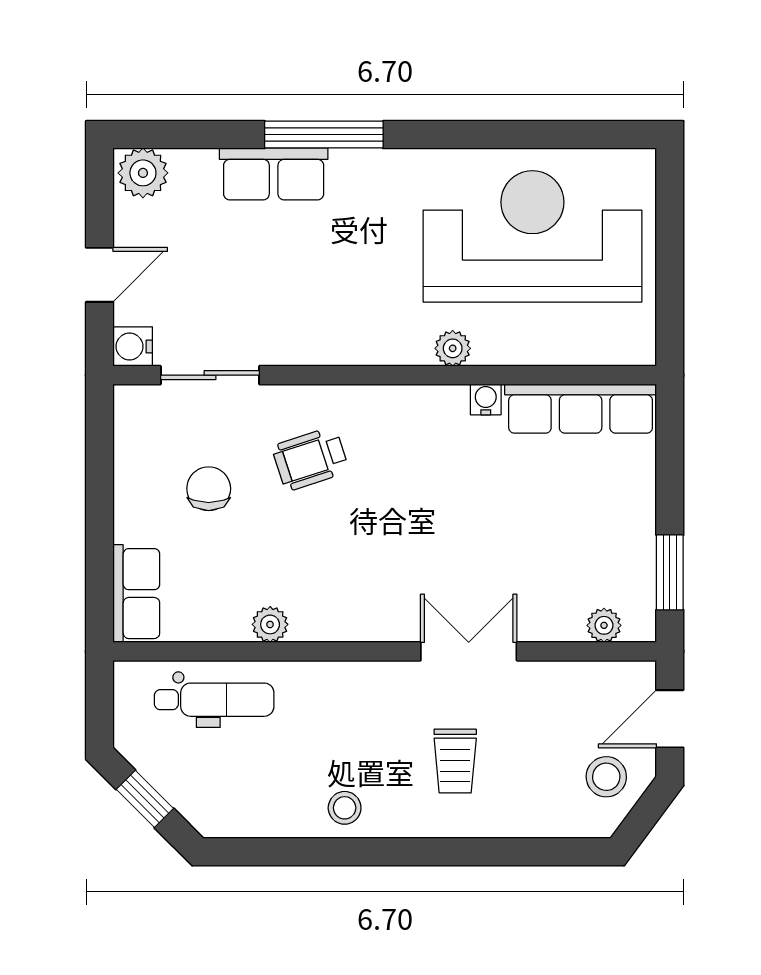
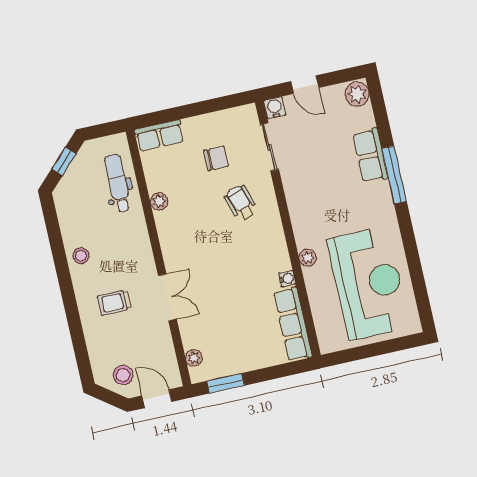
dental chair: (214, 700) -> (118, 183), turned 180

